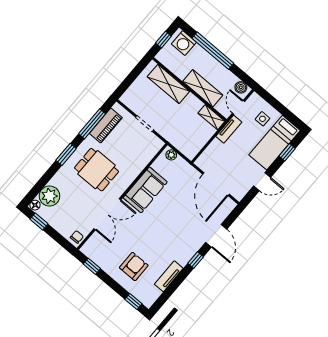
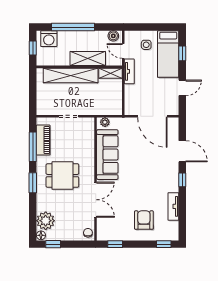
shelving: (168, 84) -> (71, 76), width x1.47
sofa: (145, 190) -> (107, 155), width x1.36

